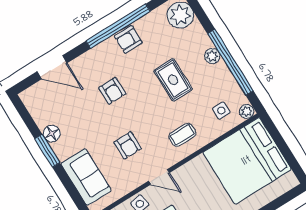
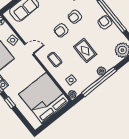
rug: (173, 80) -> (85, 50), turned 90
armchair: (128, 145) -> (61, 30), moved
door: (159, 177) -> (29, 49), swing flipped

